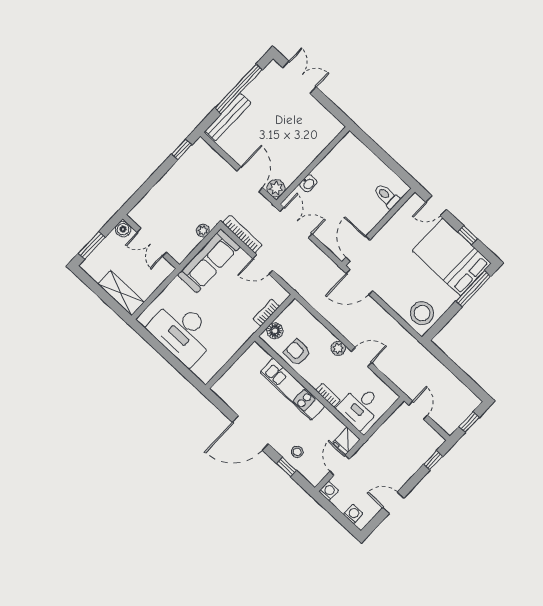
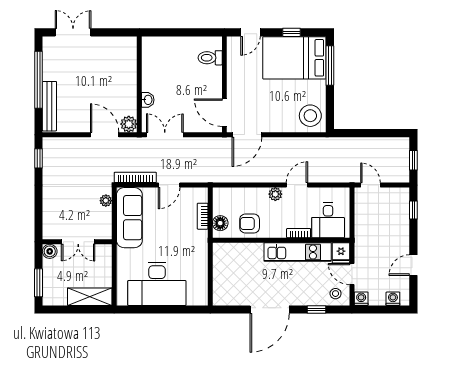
kitchen unit: (292, 389) -> (298, 252), moved
stool: (297, 452) -> (336, 294), moved

